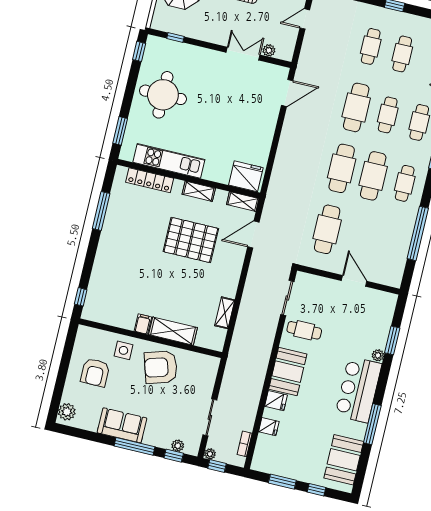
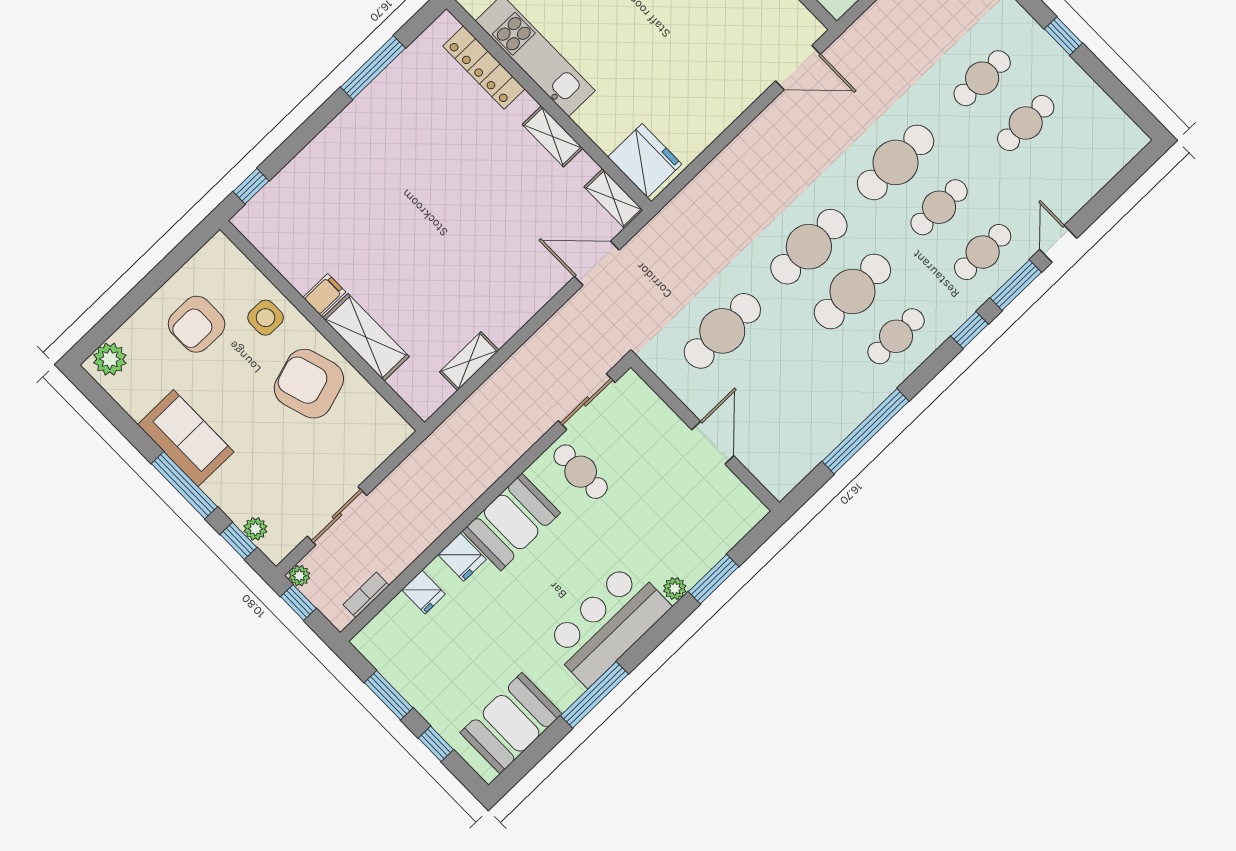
pallet: (191, 240) -> (489, 207), removed

